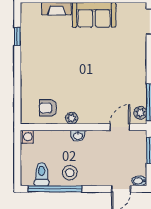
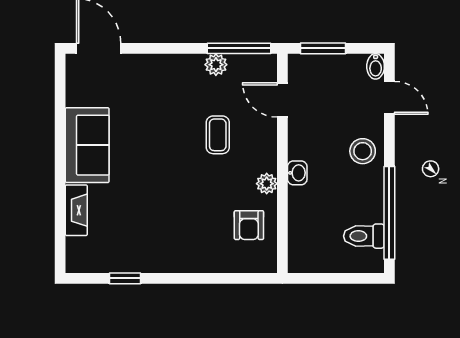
coffee table: (100, 90) -> (218, 135), added
plant: (140, 113) -> (216, 65), moved
washing machine: (27, 137) -> (299, 262), removed
stool: (70, 173) -> (363, 151), moved

